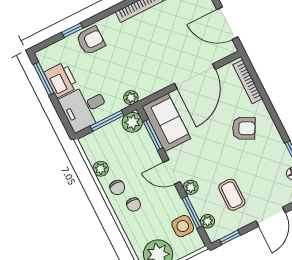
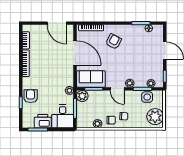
door: (227, 23) -> (57, 23), hinge flipped
door: (172, 172) -> (117, 89), hinge flipped
coffee table: (232, 195) -> (144, 64), removed

